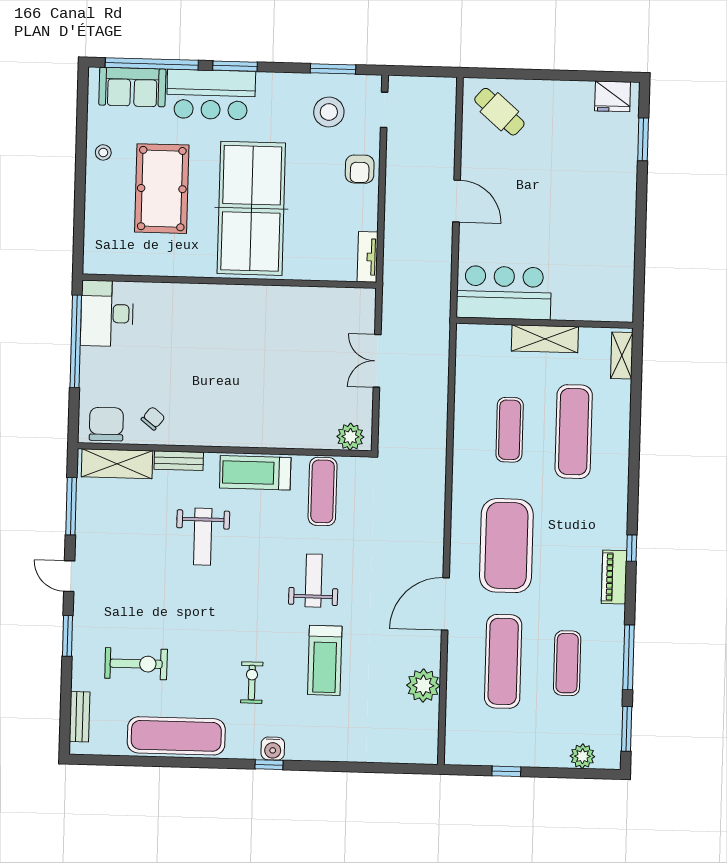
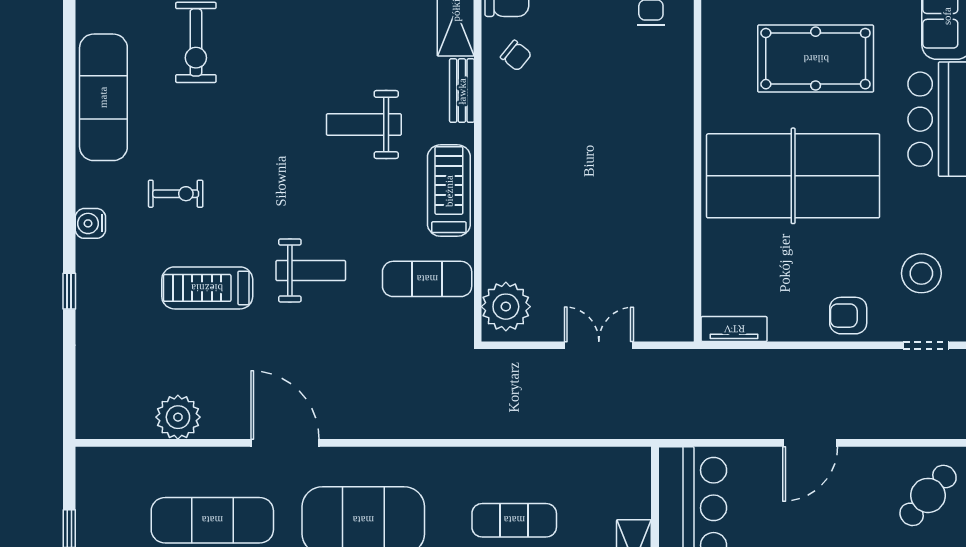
plant: (350, 437) -> (506, 307), width x1.36, depth x1.36
window: (269, 765) -> (69, 291), moved

